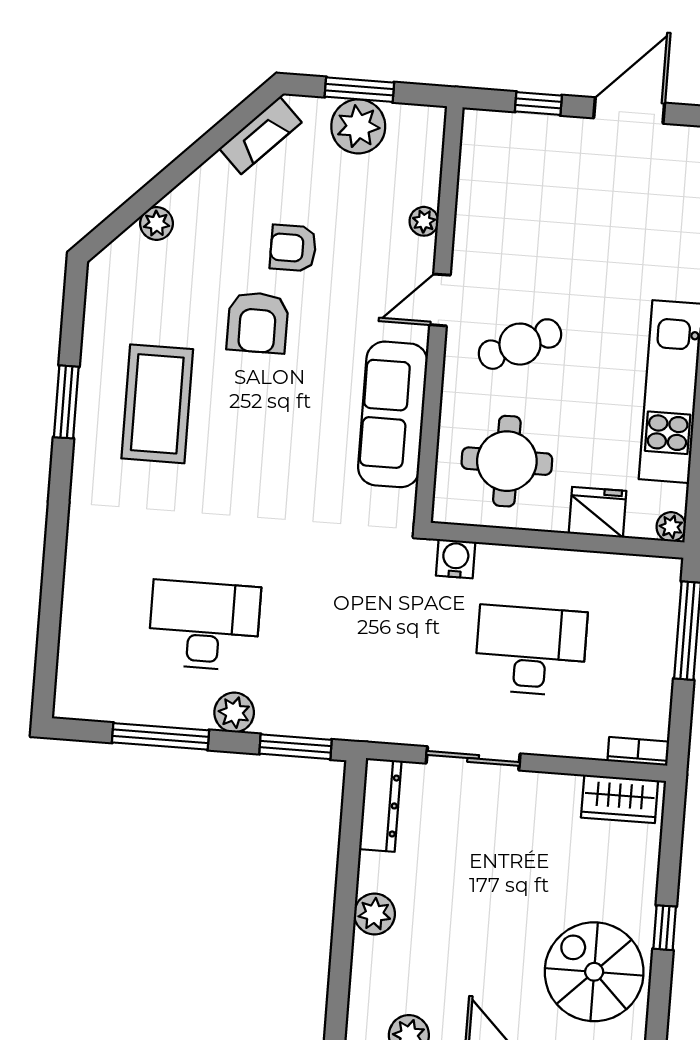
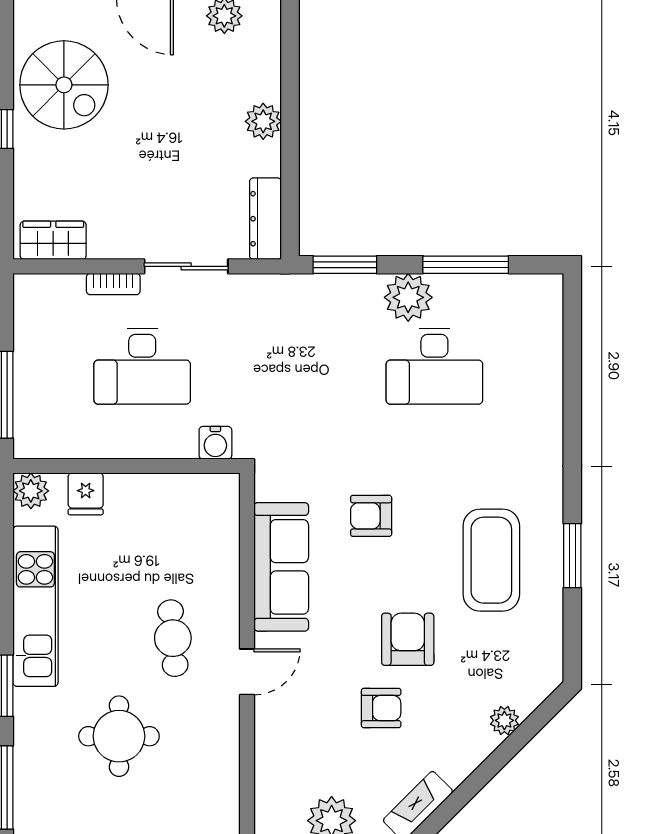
plant: (424, 221) -> (267, 741), removed
cafe table: (520, 344) -> (173, 638), turned -70
round table: (507, 461) -> (119, 736), moved
armchair: (288, 464) -> (371, 516), added
fridge: (597, 512) -> (86, 494), width x0.72
plant: (671, 527) -> (31, 491), width x1.38, depth x1.38
plant: (234, 712) -> (408, 297), width x1.36, depth x1.36
bookcase: (638, 751) -> (113, 284), moved

